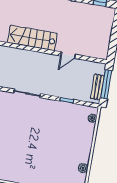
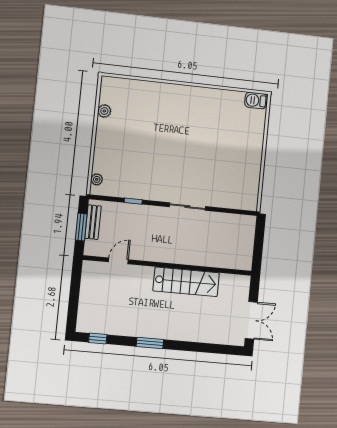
door: (68, 55) -> (118, 261), moved
window: (106, 84) -> (81, 227), width x0.69

